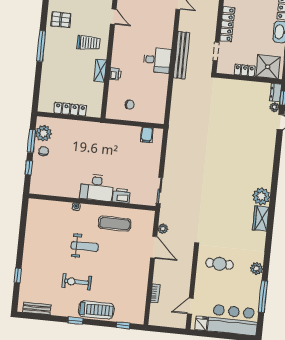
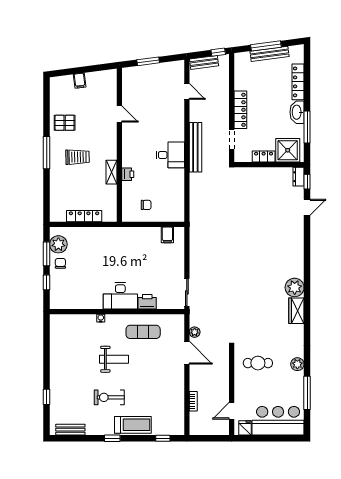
trolley: (88, 43) -> (77, 157), moved
plant: (274, 107) -> (299, 192), removed

